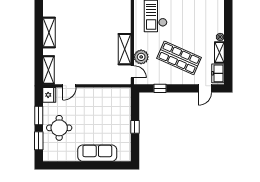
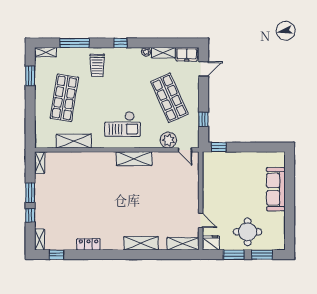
window: (228, 14) -> (120, 43), added
shelving: (125, 49) -> (134, 159), moved
shop shelf: (179, 58) -> (169, 98), turned -48
door: (132, 72) -> (185, 150), swing flipped
door: (205, 88) -> (204, 69), hinge flipped
window: (135, 127) -> (219, 147), moved

